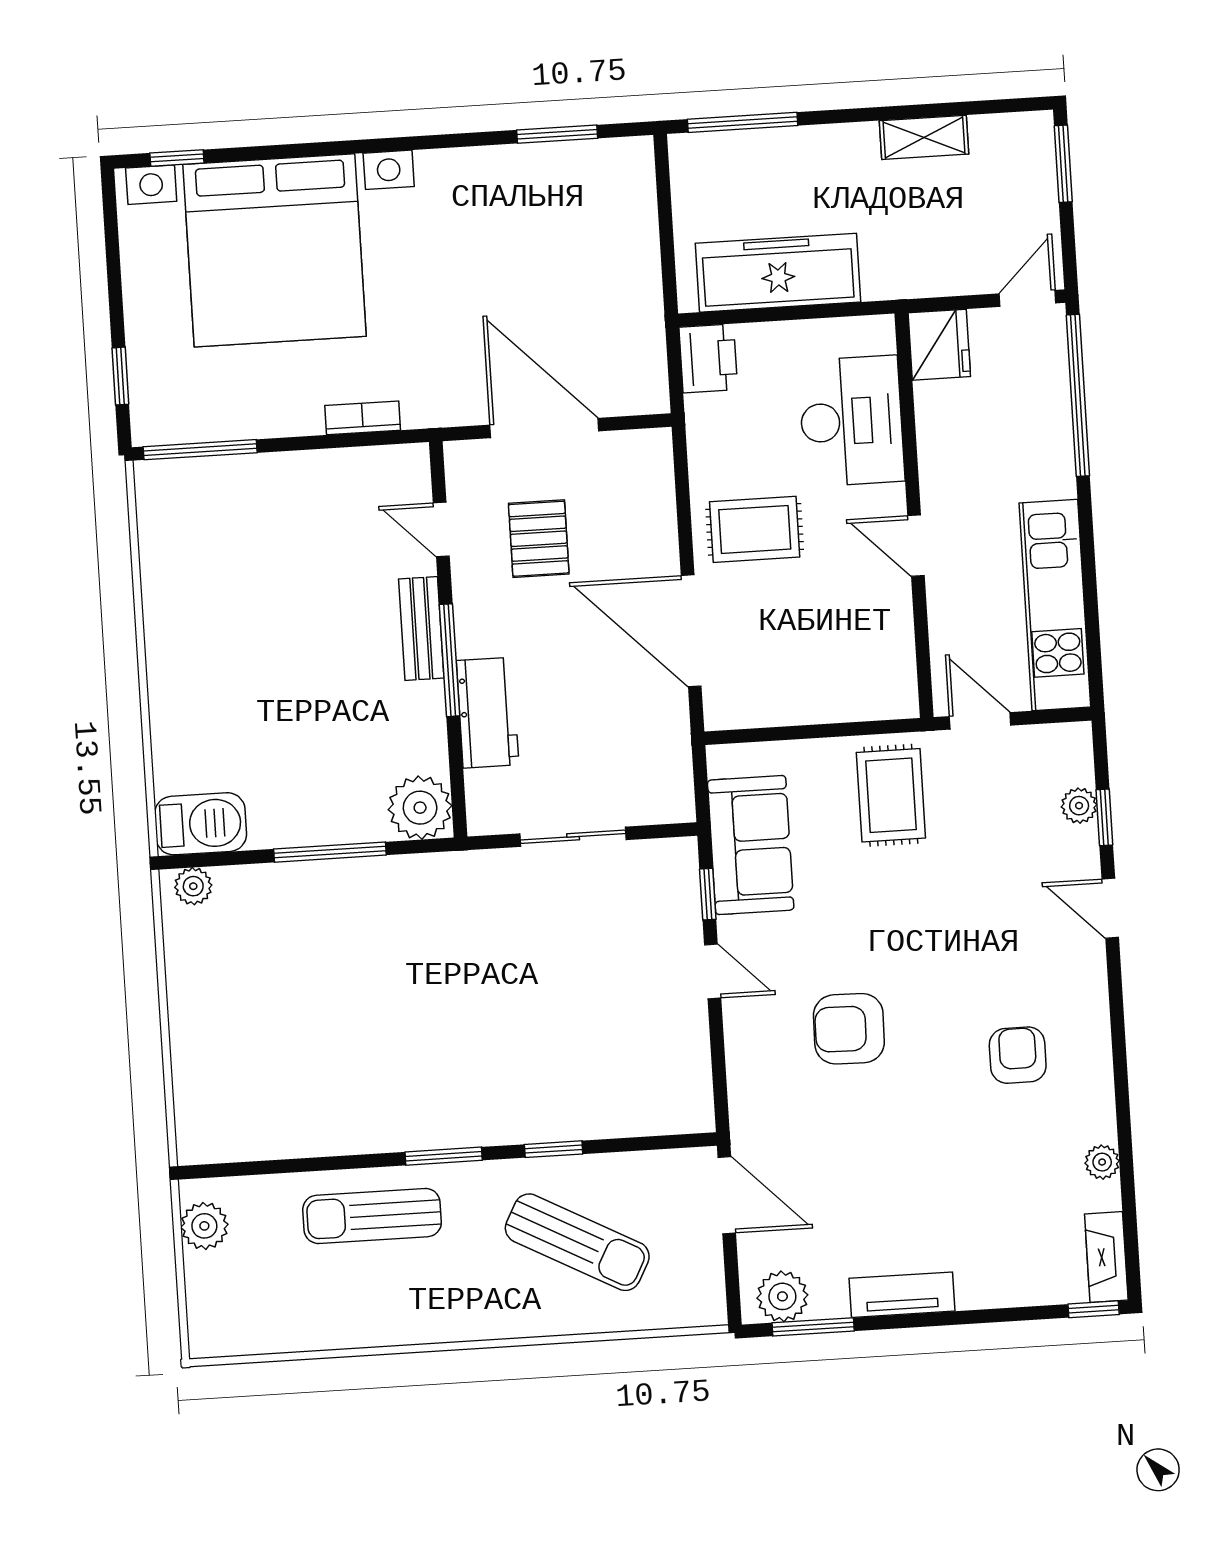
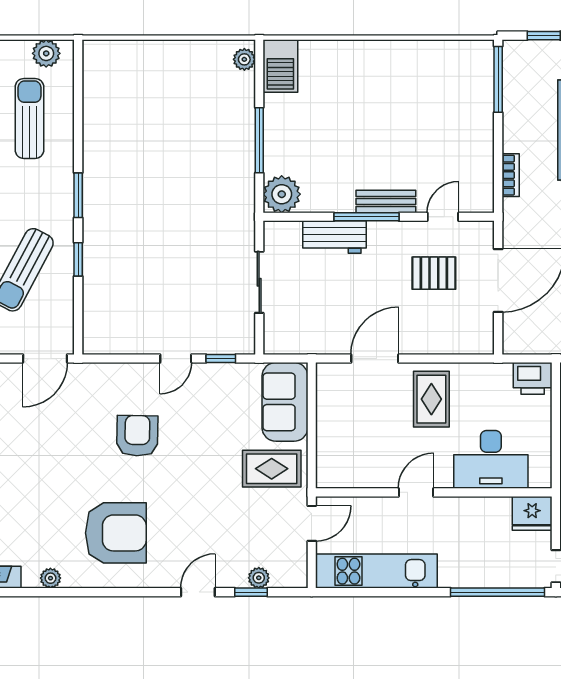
door: (691, 631) -> (375, 359), width x0.73
sofa: (751, 845) -> (285, 402), moved, turned 90
armchair: (1018, 1055) -> (116, 533), width x1.88, depth x1.88
sun lounger: (372, 1216) -> (29, 119), moved

